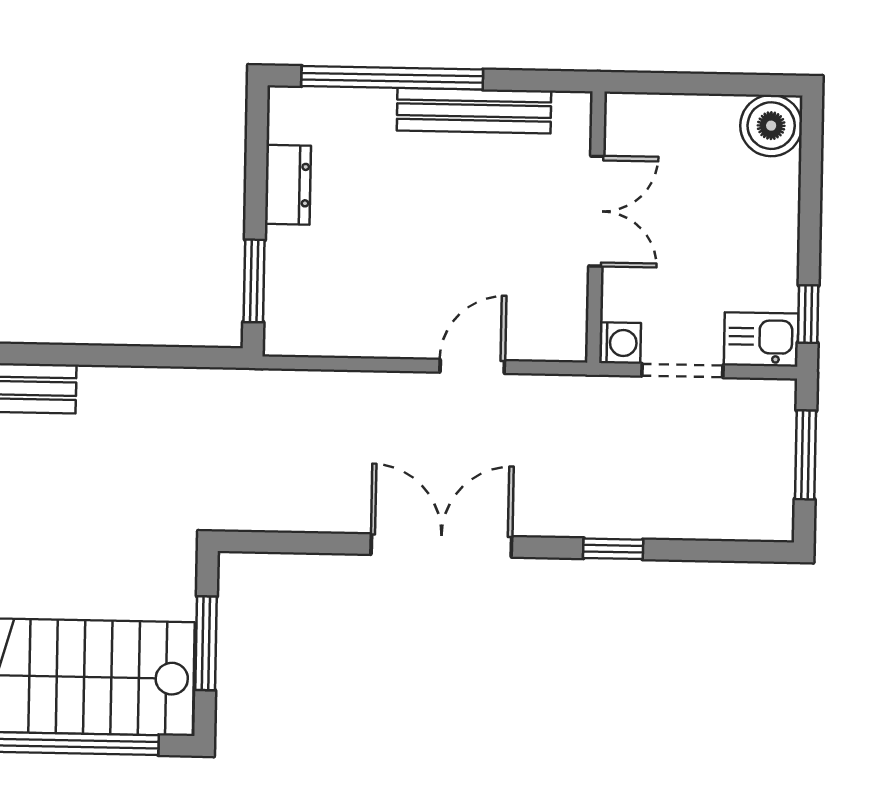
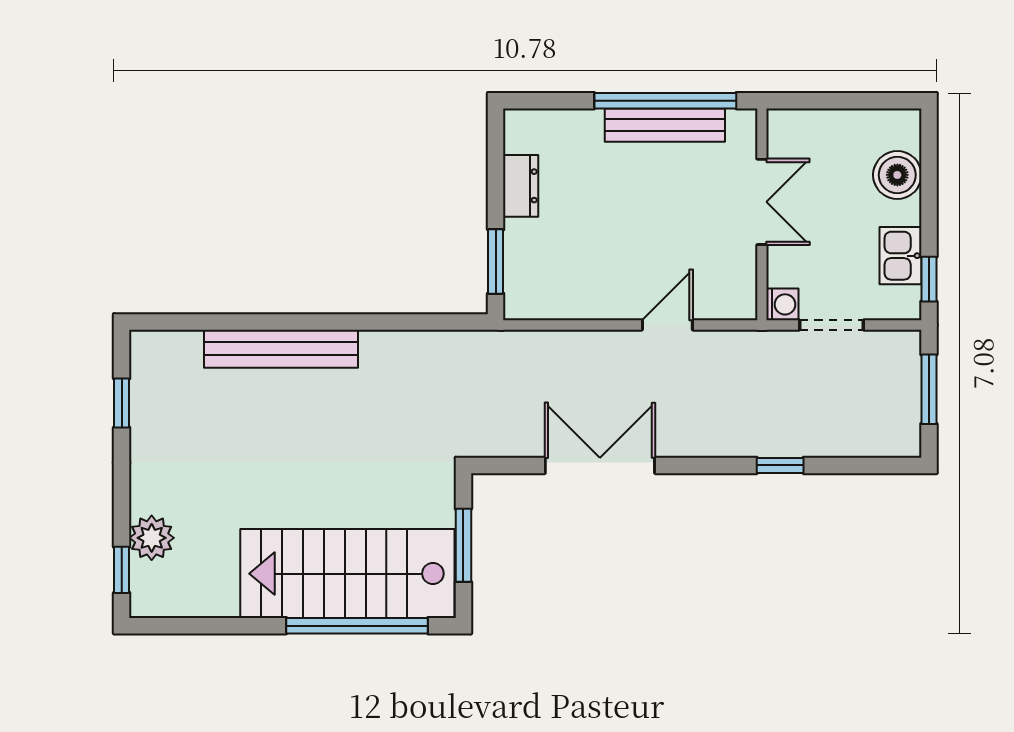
window: (392, 78) -> (665, 101), moved
boiler: (771, 126) -> (897, 175), moved
kitchen sink: (761, 339) -> (901, 256), moved, turned -90
double door: (441, 546) -> (600, 465), moved

